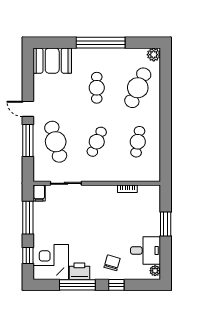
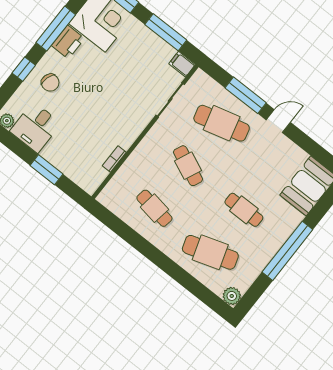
cafe table: (138, 88) -> (210, 252), turned -42

